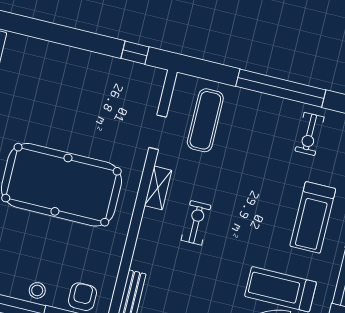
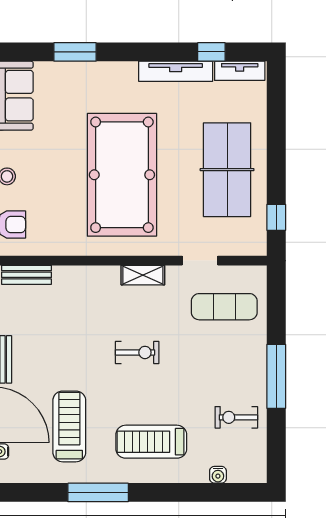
table tennis table: (80, 87) -> (227, 170), added
window: (281, 88) -> (276, 376), width x0.68
exercise bike: (196, 223) -> (137, 352), moved

